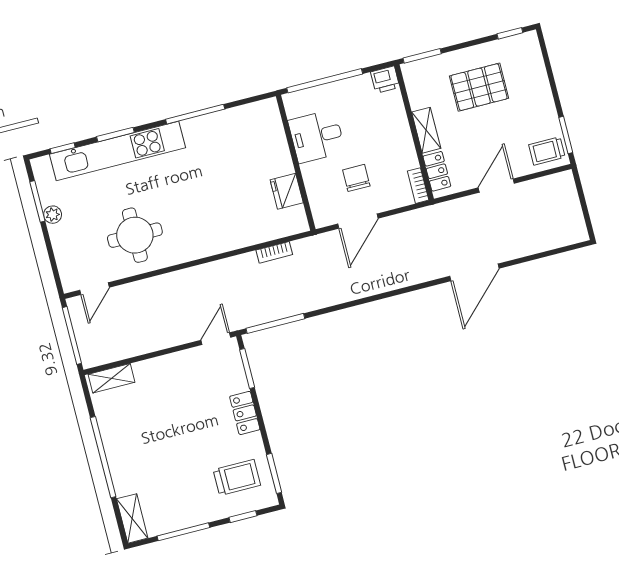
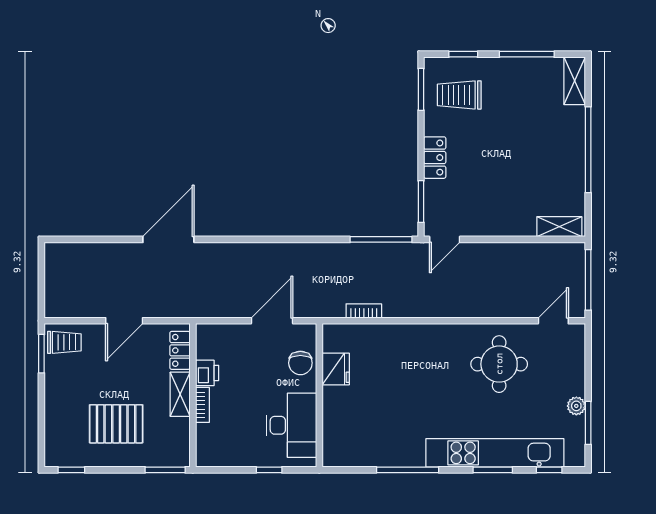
printer: (385, 80) -> (207, 373), moved, turned 90
window: (325, 81) -> (269, 470), width x0.32
desk: (317, 136) -> (291, 425), width x1.37
chair: (356, 178) -> (300, 363), moved
bookcase: (418, 186) -> (202, 405), moved

